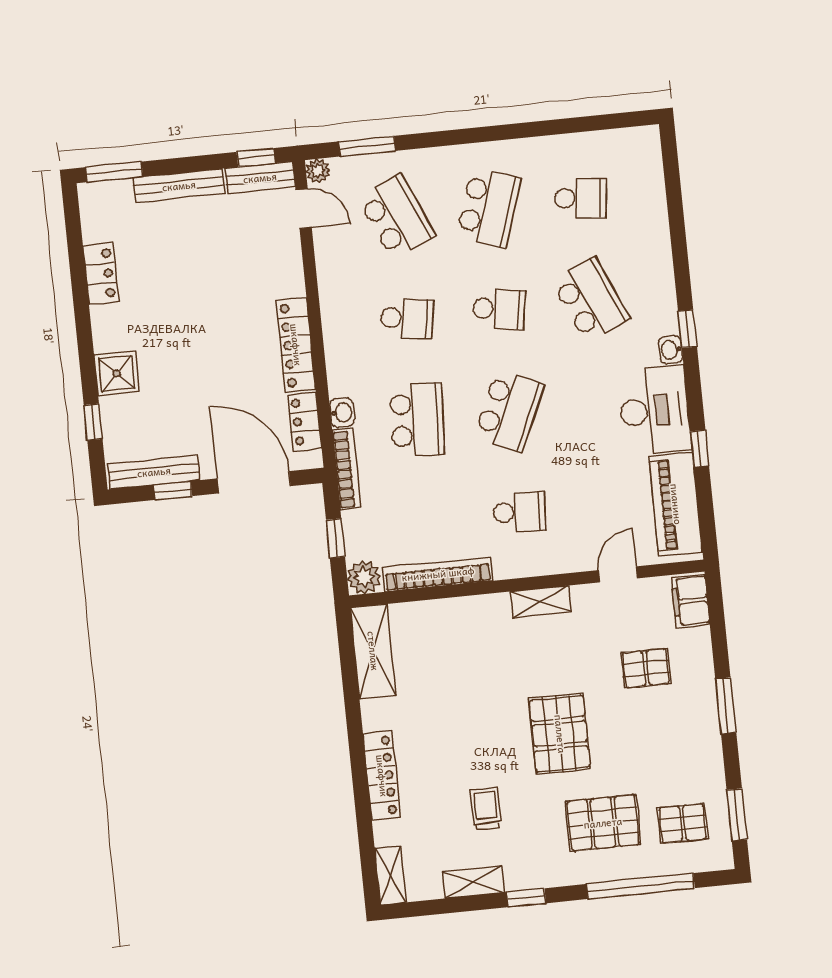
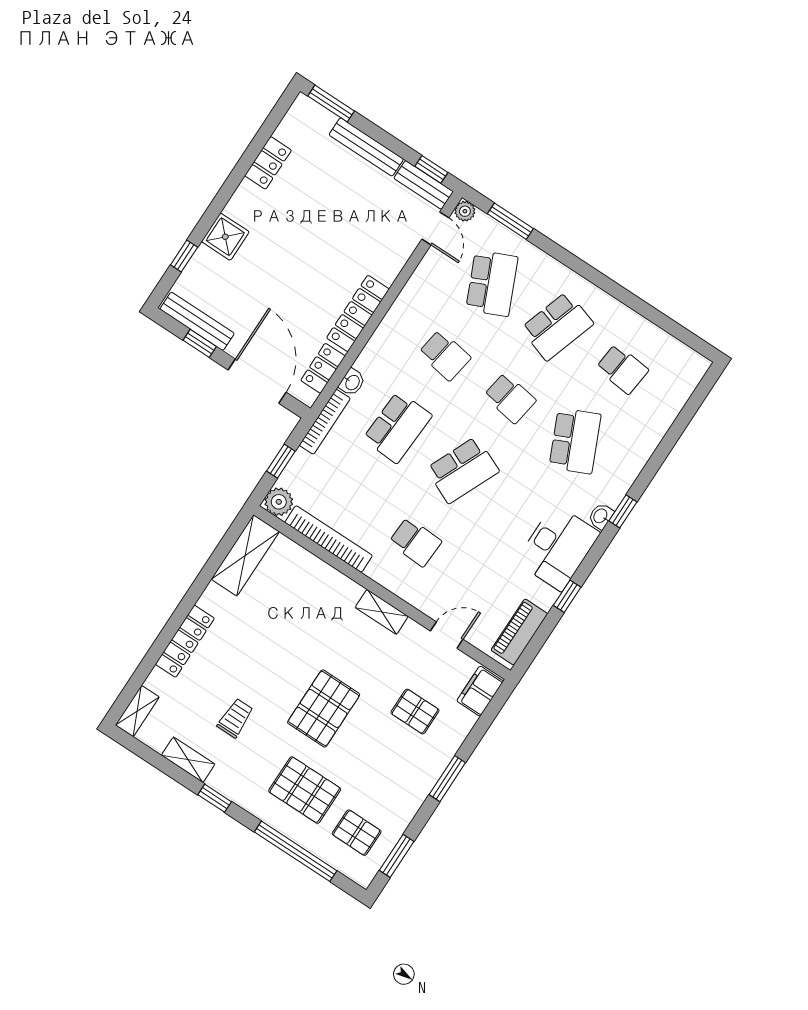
piano: (676, 504) -> (519, 632), width x0.73, depth x0.75

